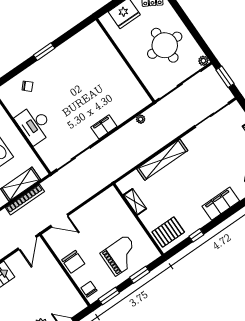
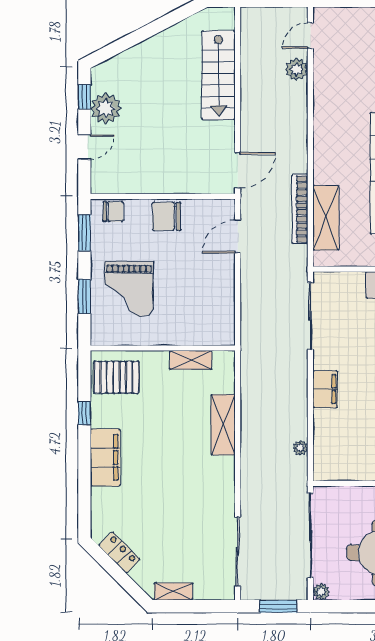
shelving: (162, 160) -> (223, 425), width x0.68
filing cabinet: (221, 204) -> (105, 457), moved
pallet: (168, 232) -> (116, 377), turned 90
door: (27, 243) -> (238, 170), swing flipped

